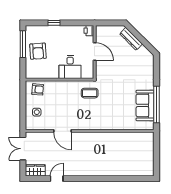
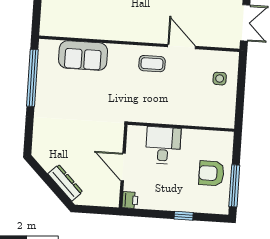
armchair: (38, 51) -> (211, 173), turned -86
armchair: (38, 89) -> (216, 114), removed
coffee table: (90, 93) -> (152, 64), moved
sofa: (145, 105) -> (83, 56), moved, turned 90

